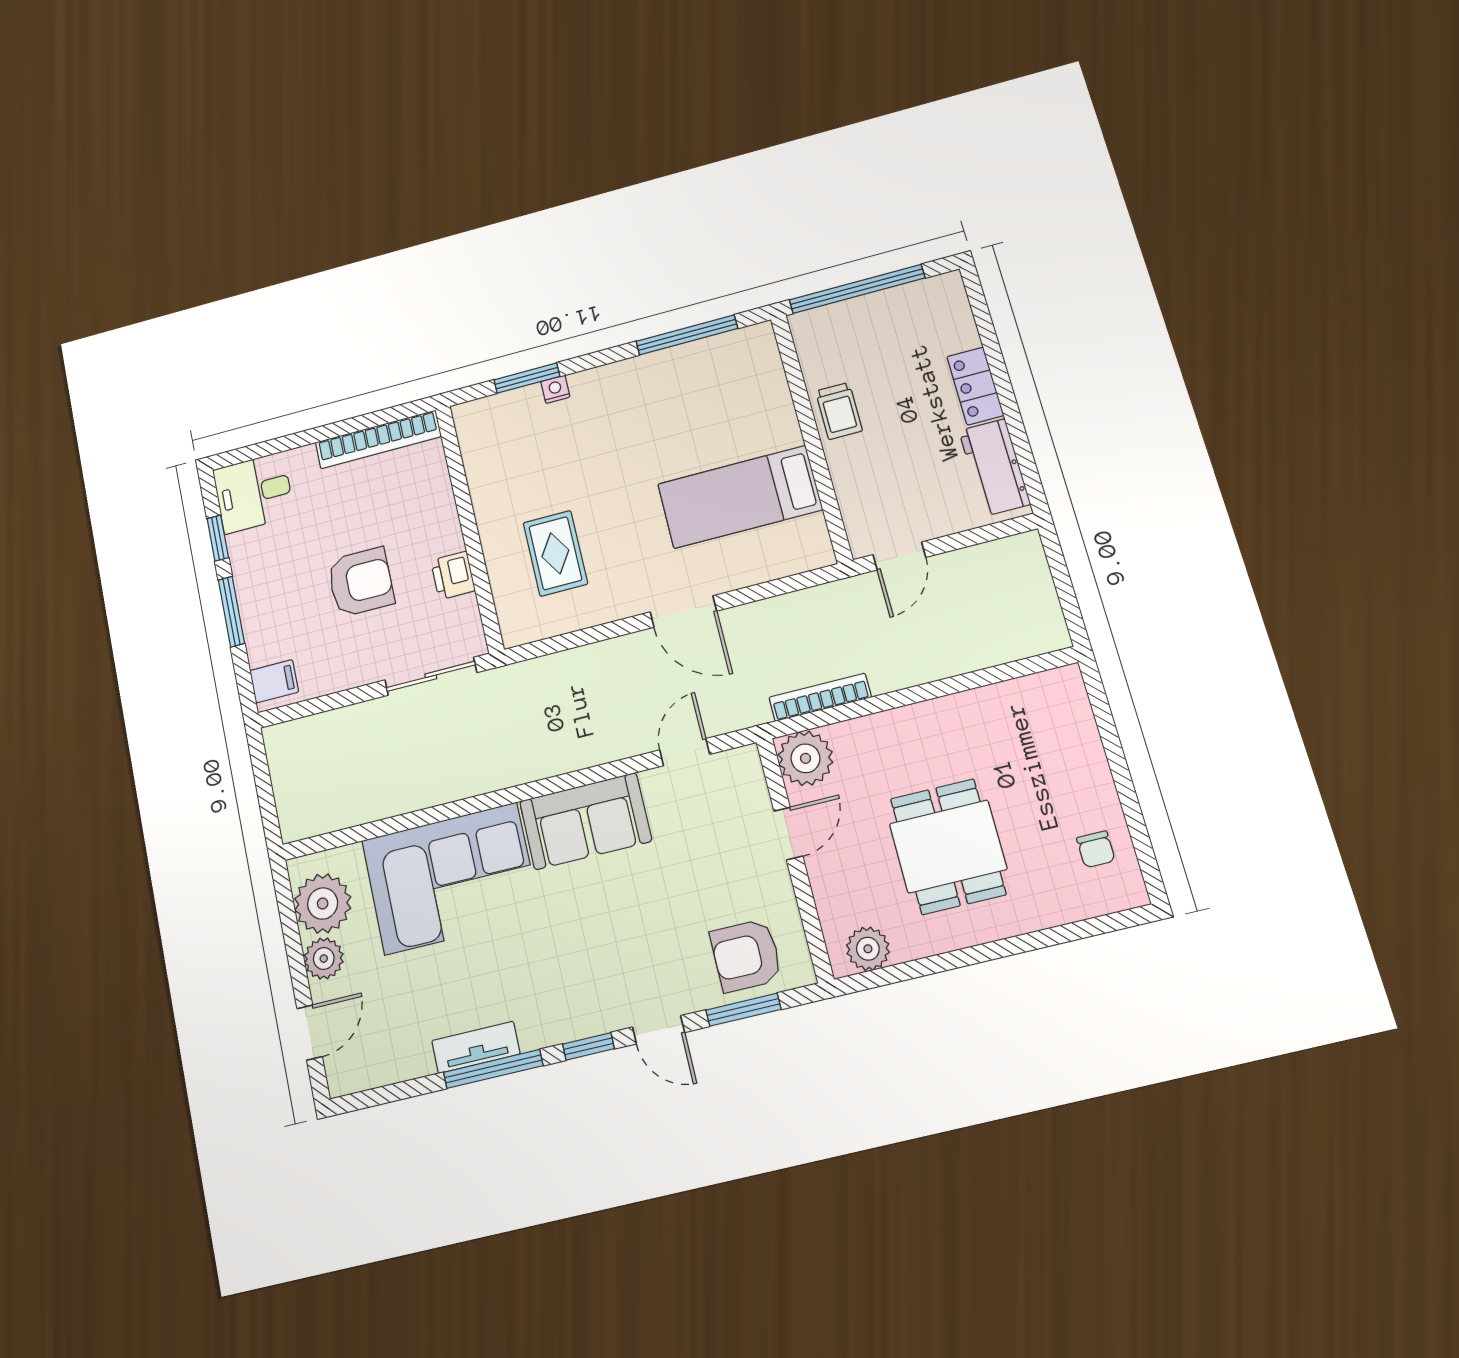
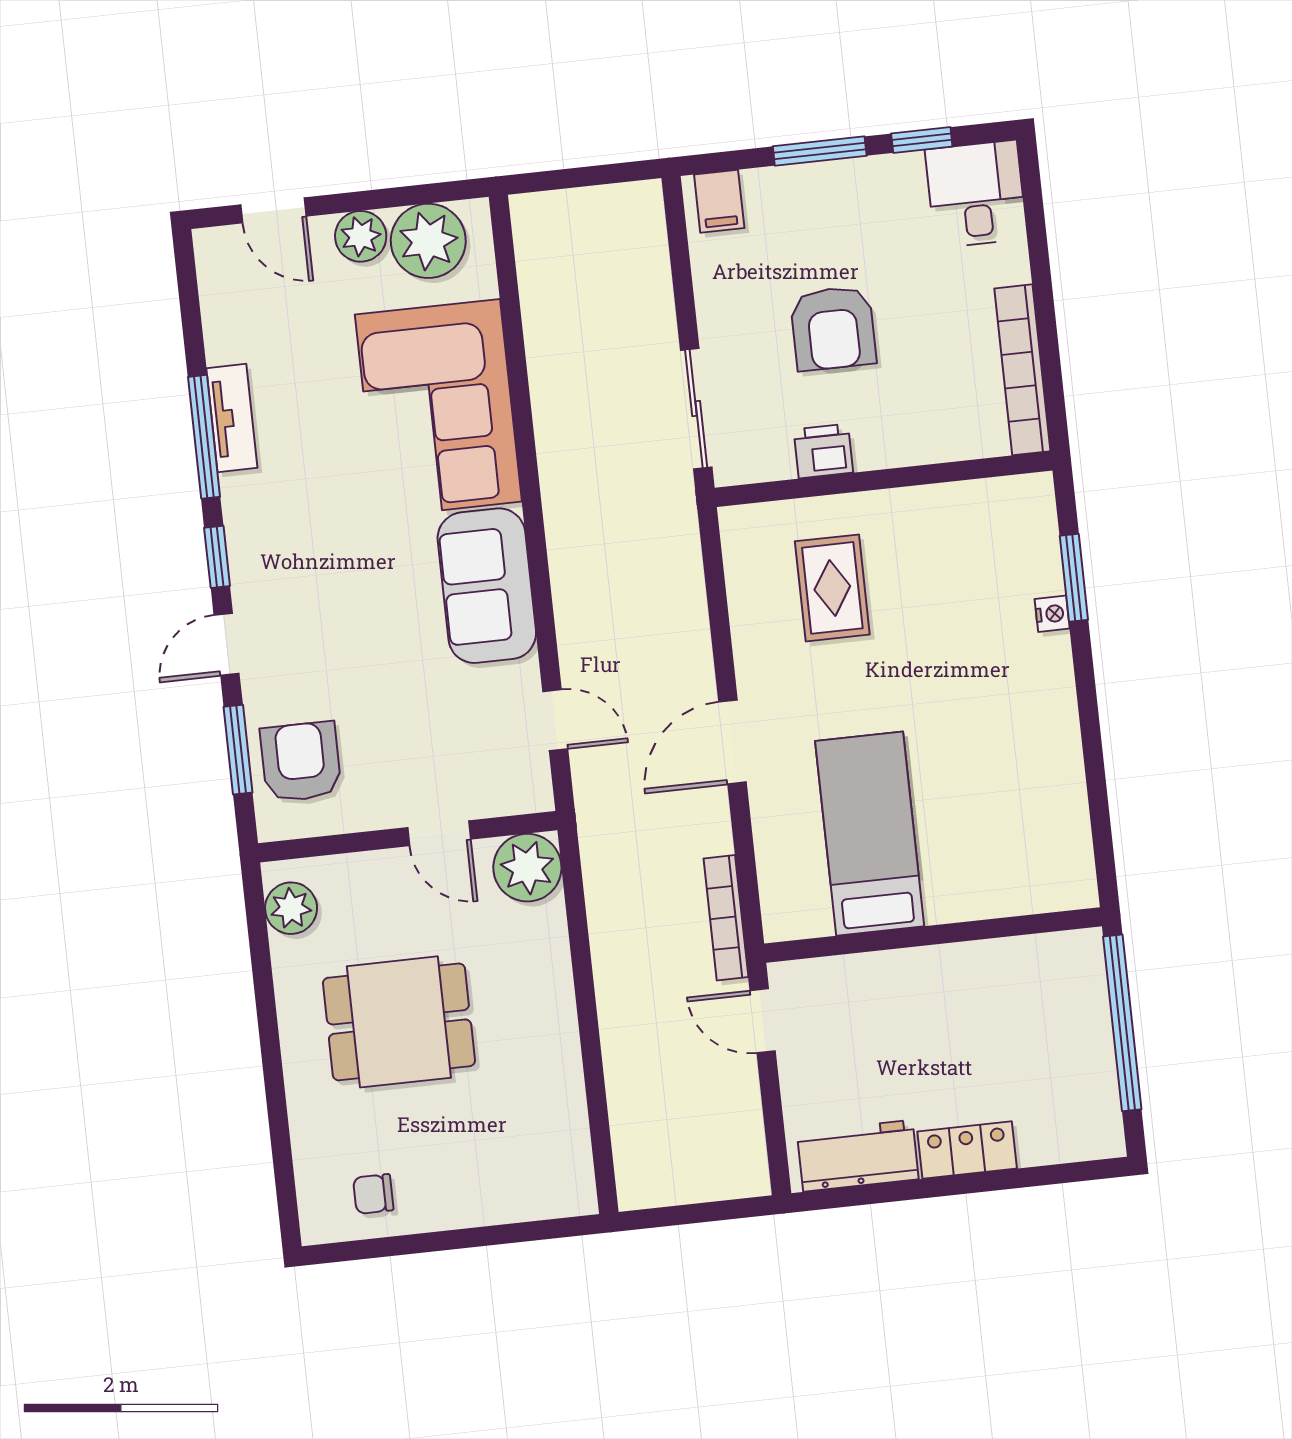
window: (687, 335) -> (1097, 795), removed
trolley: (839, 411) -> (962, 975), removed
rug: (555, 553) -> (832, 588), turned 90
bookcase: (820, 697) -> (726, 918), moved, turned 180

